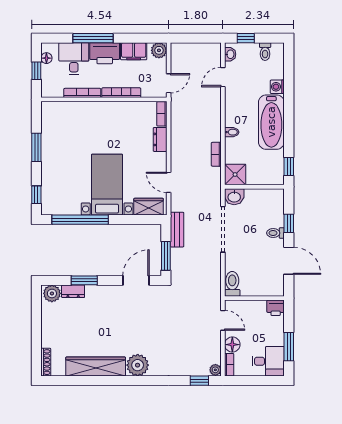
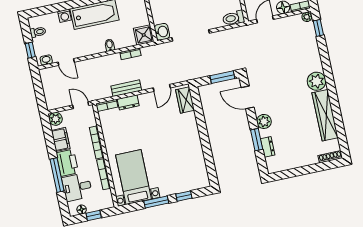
bed with nightstands: (107, 185) -> (134, 177), moved, turned 90
window: (36, 195) -> (184, 196), moved
window: (80, 220) -> (208, 154), removed
bench: (177, 230) -> (126, 88), moved
plant: (52, 293) -> (264, 121), moved

